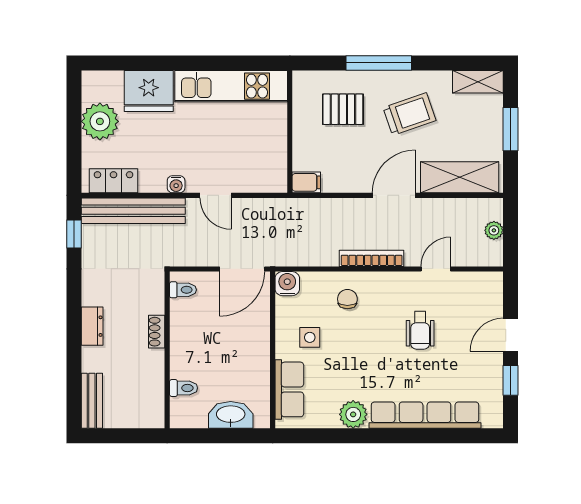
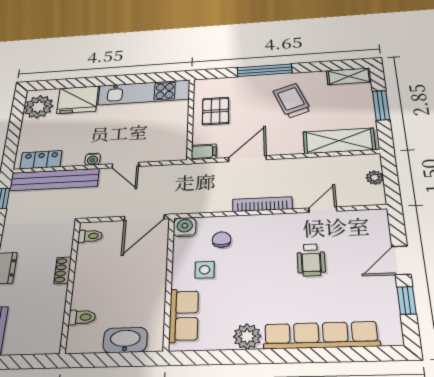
pallet: (343, 109) -> (216, 111), moved, turned 90
trolley: (409, 114) -> (292, 101), turned -91
plant: (100, 121) -> (38, 107), moved
door: (394, 195) -> (247, 159), moved
chair: (347, 299) -> (222, 240), moved

